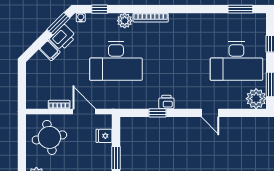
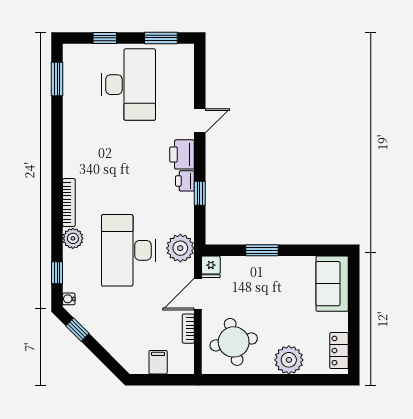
window: (58, 24) -> (77, 330), width x0.67
printer: (63, 38) -> (182, 154), moved, turned -135
filing cabinet: (50, 51) -> (158, 362), moved, turned -45
desk: (116, 61) -> (128, 250), turned 180
plant: (256, 99) -> (180, 248), moved
fridge: (104, 136) -> (211, 267), moved

